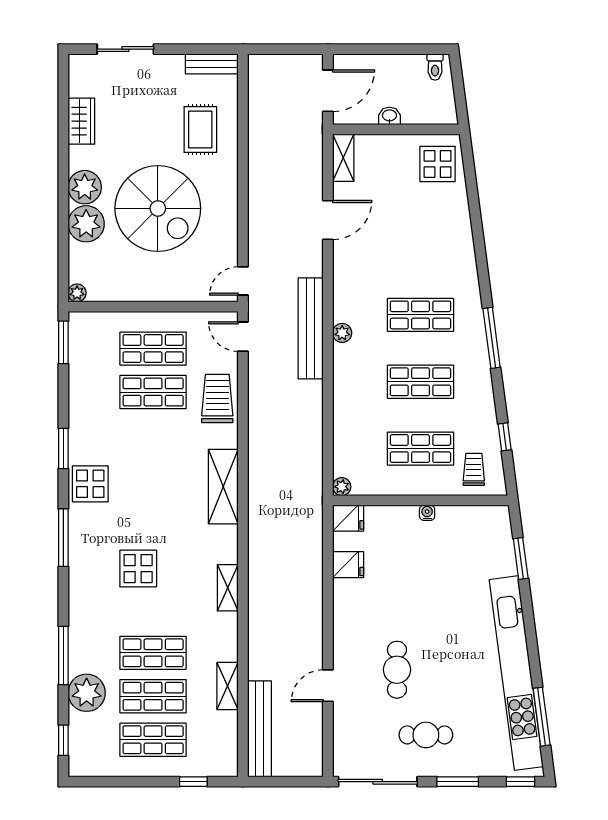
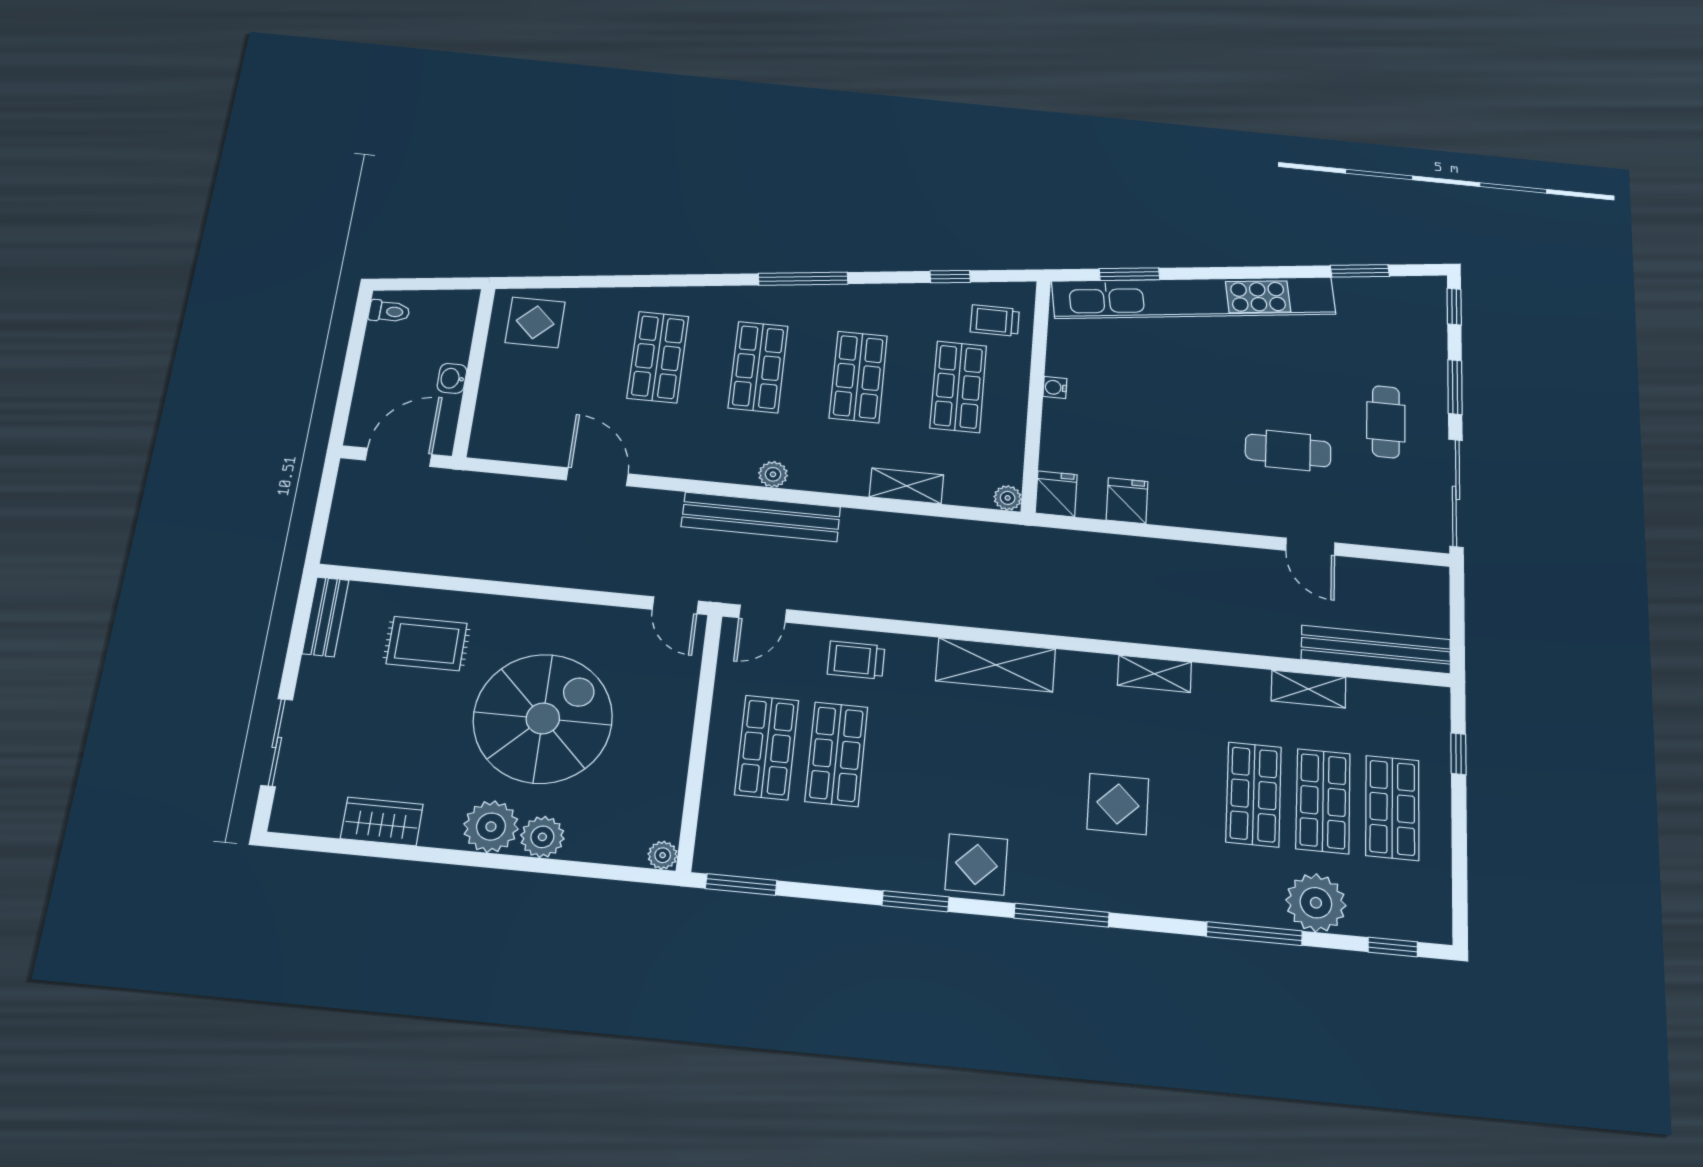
door: (328, 91) -> (399, 457), hinge flipped
shelving: (343, 158) -> (907, 486), moved
plant: (86, 224) -> (542, 837), width x0.73, depth x0.73
shop shelf: (420, 248) -> (658, 357), added
trolley: (217, 398) -> (856, 660), width x0.73, depth x0.72
kitchen unit: (516, 673) -> (1194, 298), moved
window: (542, 717) -> (1360, 271), width x0.69

